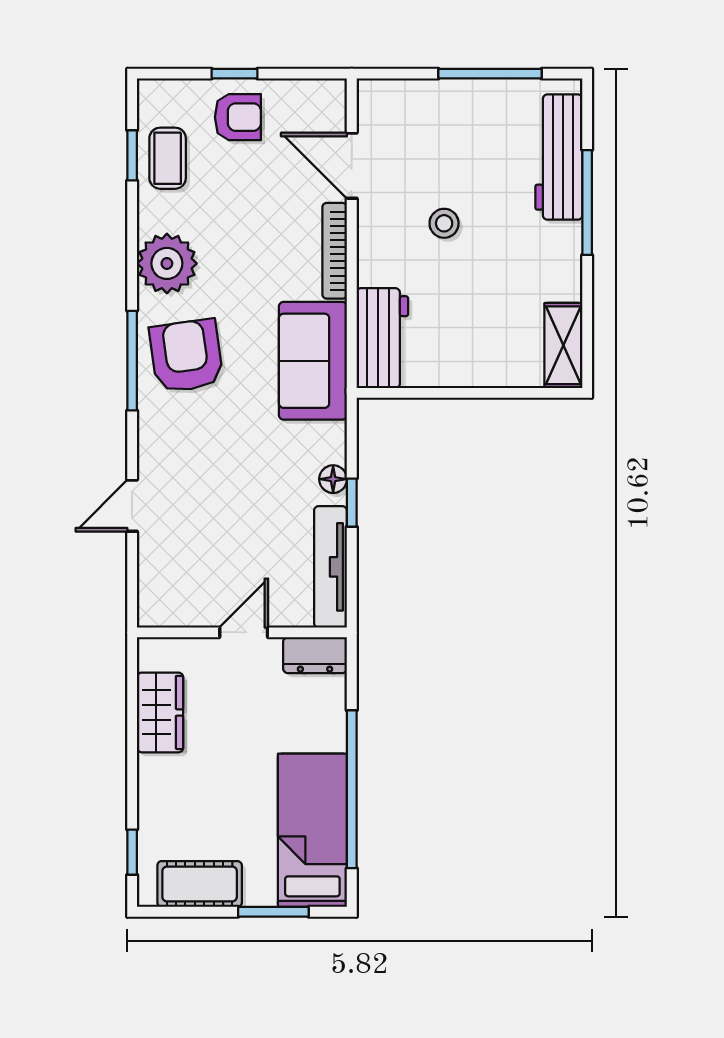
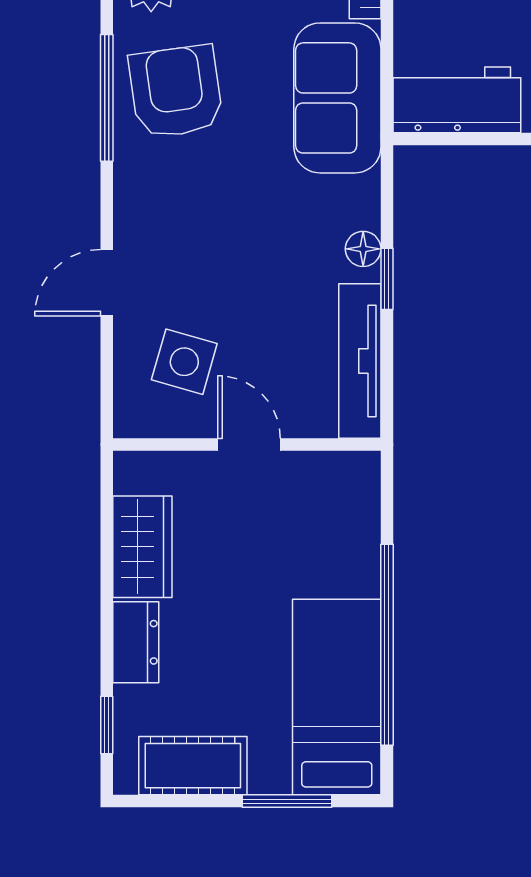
workbench: (382, 338) -> (457, 100), moved, turned -90
side table: (193, 567) -> (184, 362), added
door: (244, 632) -> (249, 445), hinge flipped
dresser: (315, 655) -> (136, 642), moved, turned -90

